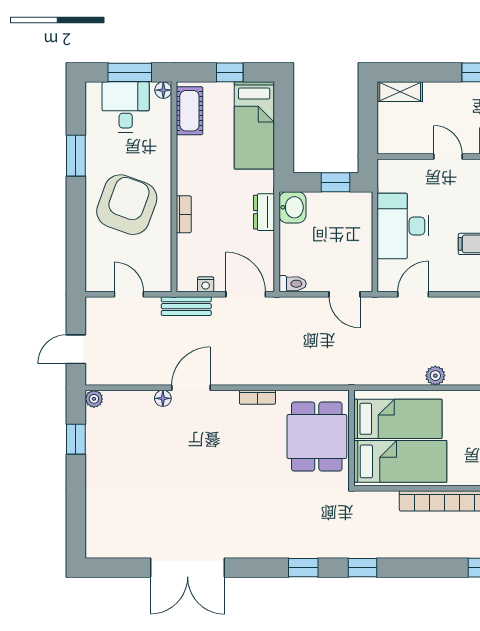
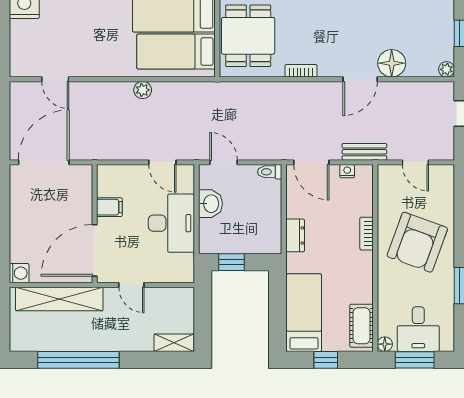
washbasin: (292, 207) -> (210, 204), moved, turned 180
door: (413, 294) -> (162, 162), hinge flipped
floor lamp: (163, 398) -> (392, 63), width x1.89, depth x1.89

